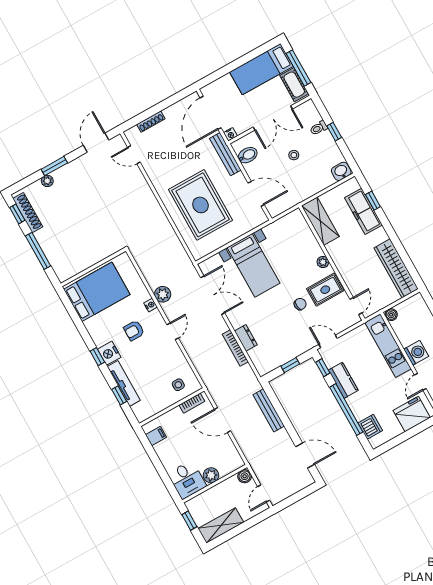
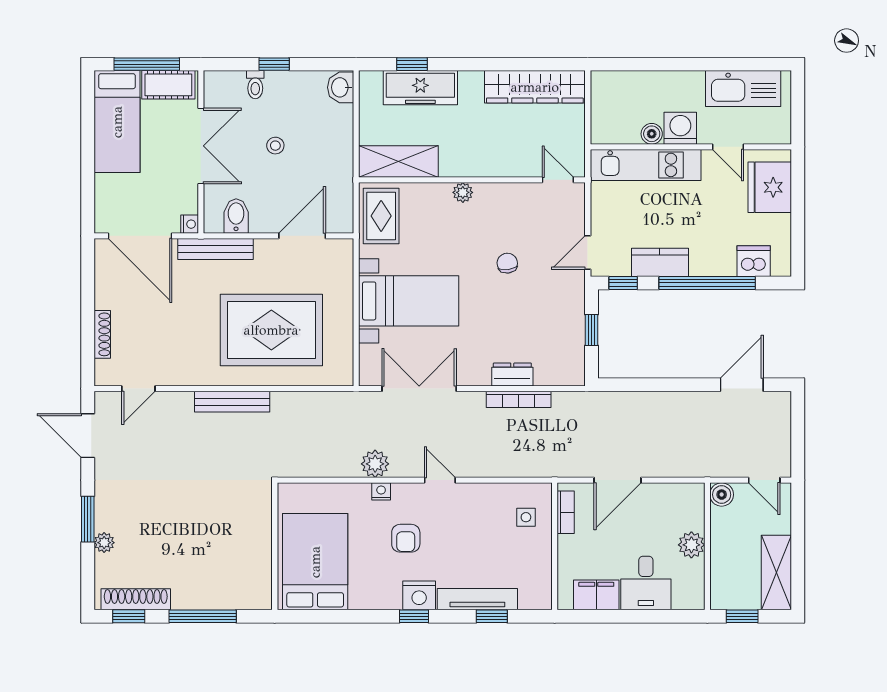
rug: (325, 290) -> (381, 216), moved
boiler: (391, 315) -> (652, 134), moved
bench: (269, 410) -> (232, 402), moved
filing cabinet: (156, 436) -> (596, 595), width x2.00
desk: (187, 480) -> (646, 583), moved, turned 90

